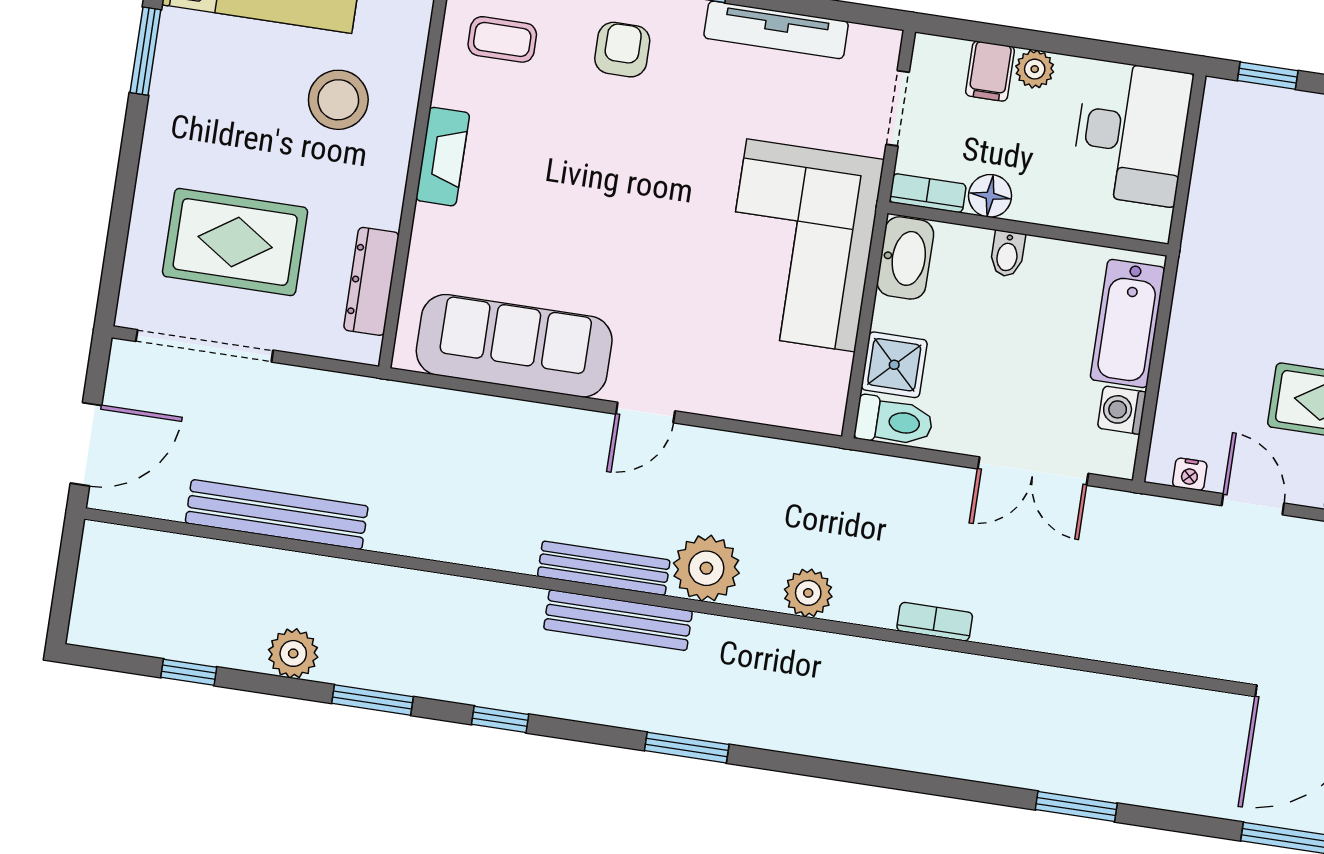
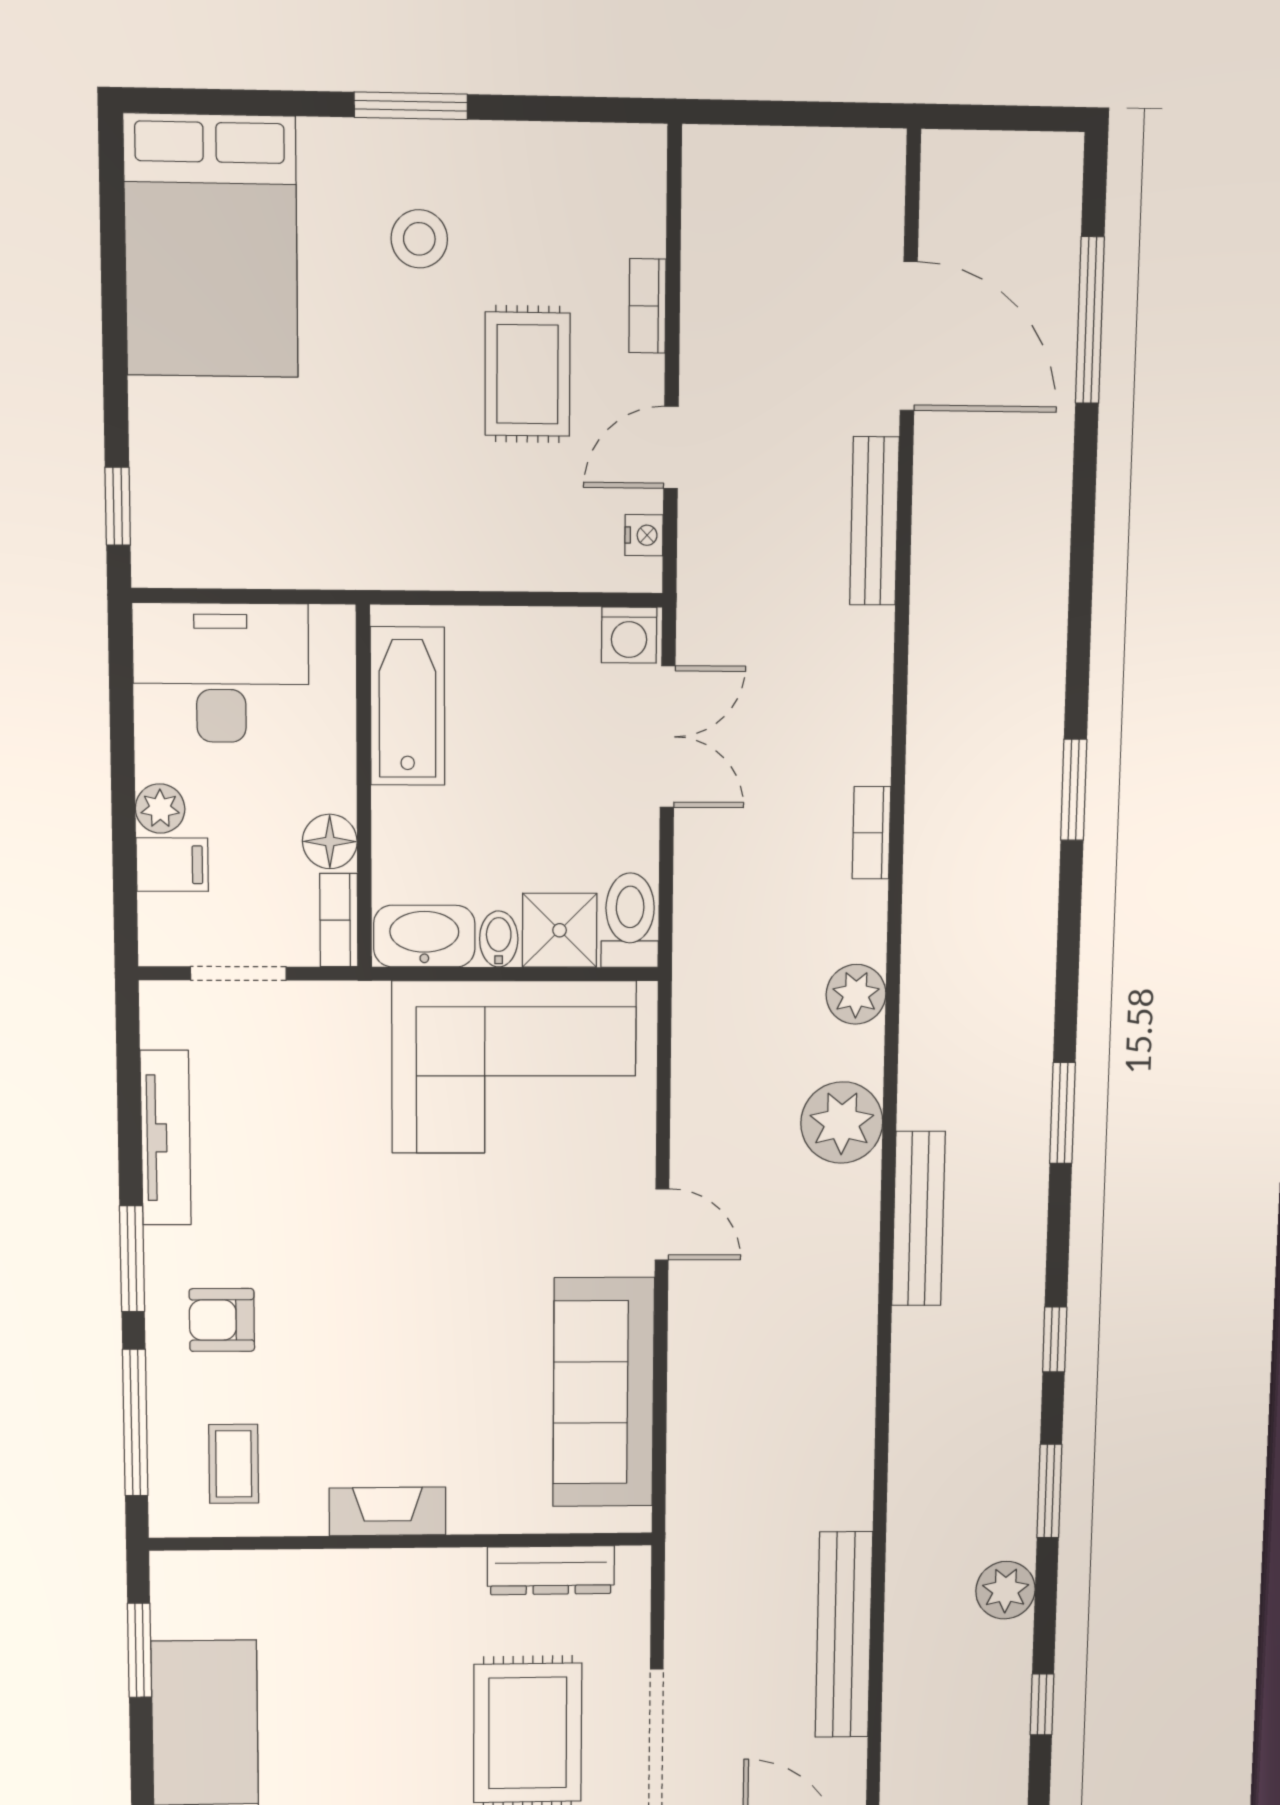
stool: (338, 100) -> (339, 1643), removed
corner sofa: (801, 245) -> (514, 1067), moved
bidet: (1007, 254) -> (499, 939), moved, turned -90
bathtub: (1128, 323) -> (407, 706), moved, turned -90
washing machine: (1122, 410) -> (629, 635), moved
bench: (604, 568) -> (874, 521), moved
window: (1076, 806) -> (1074, 790), moved

